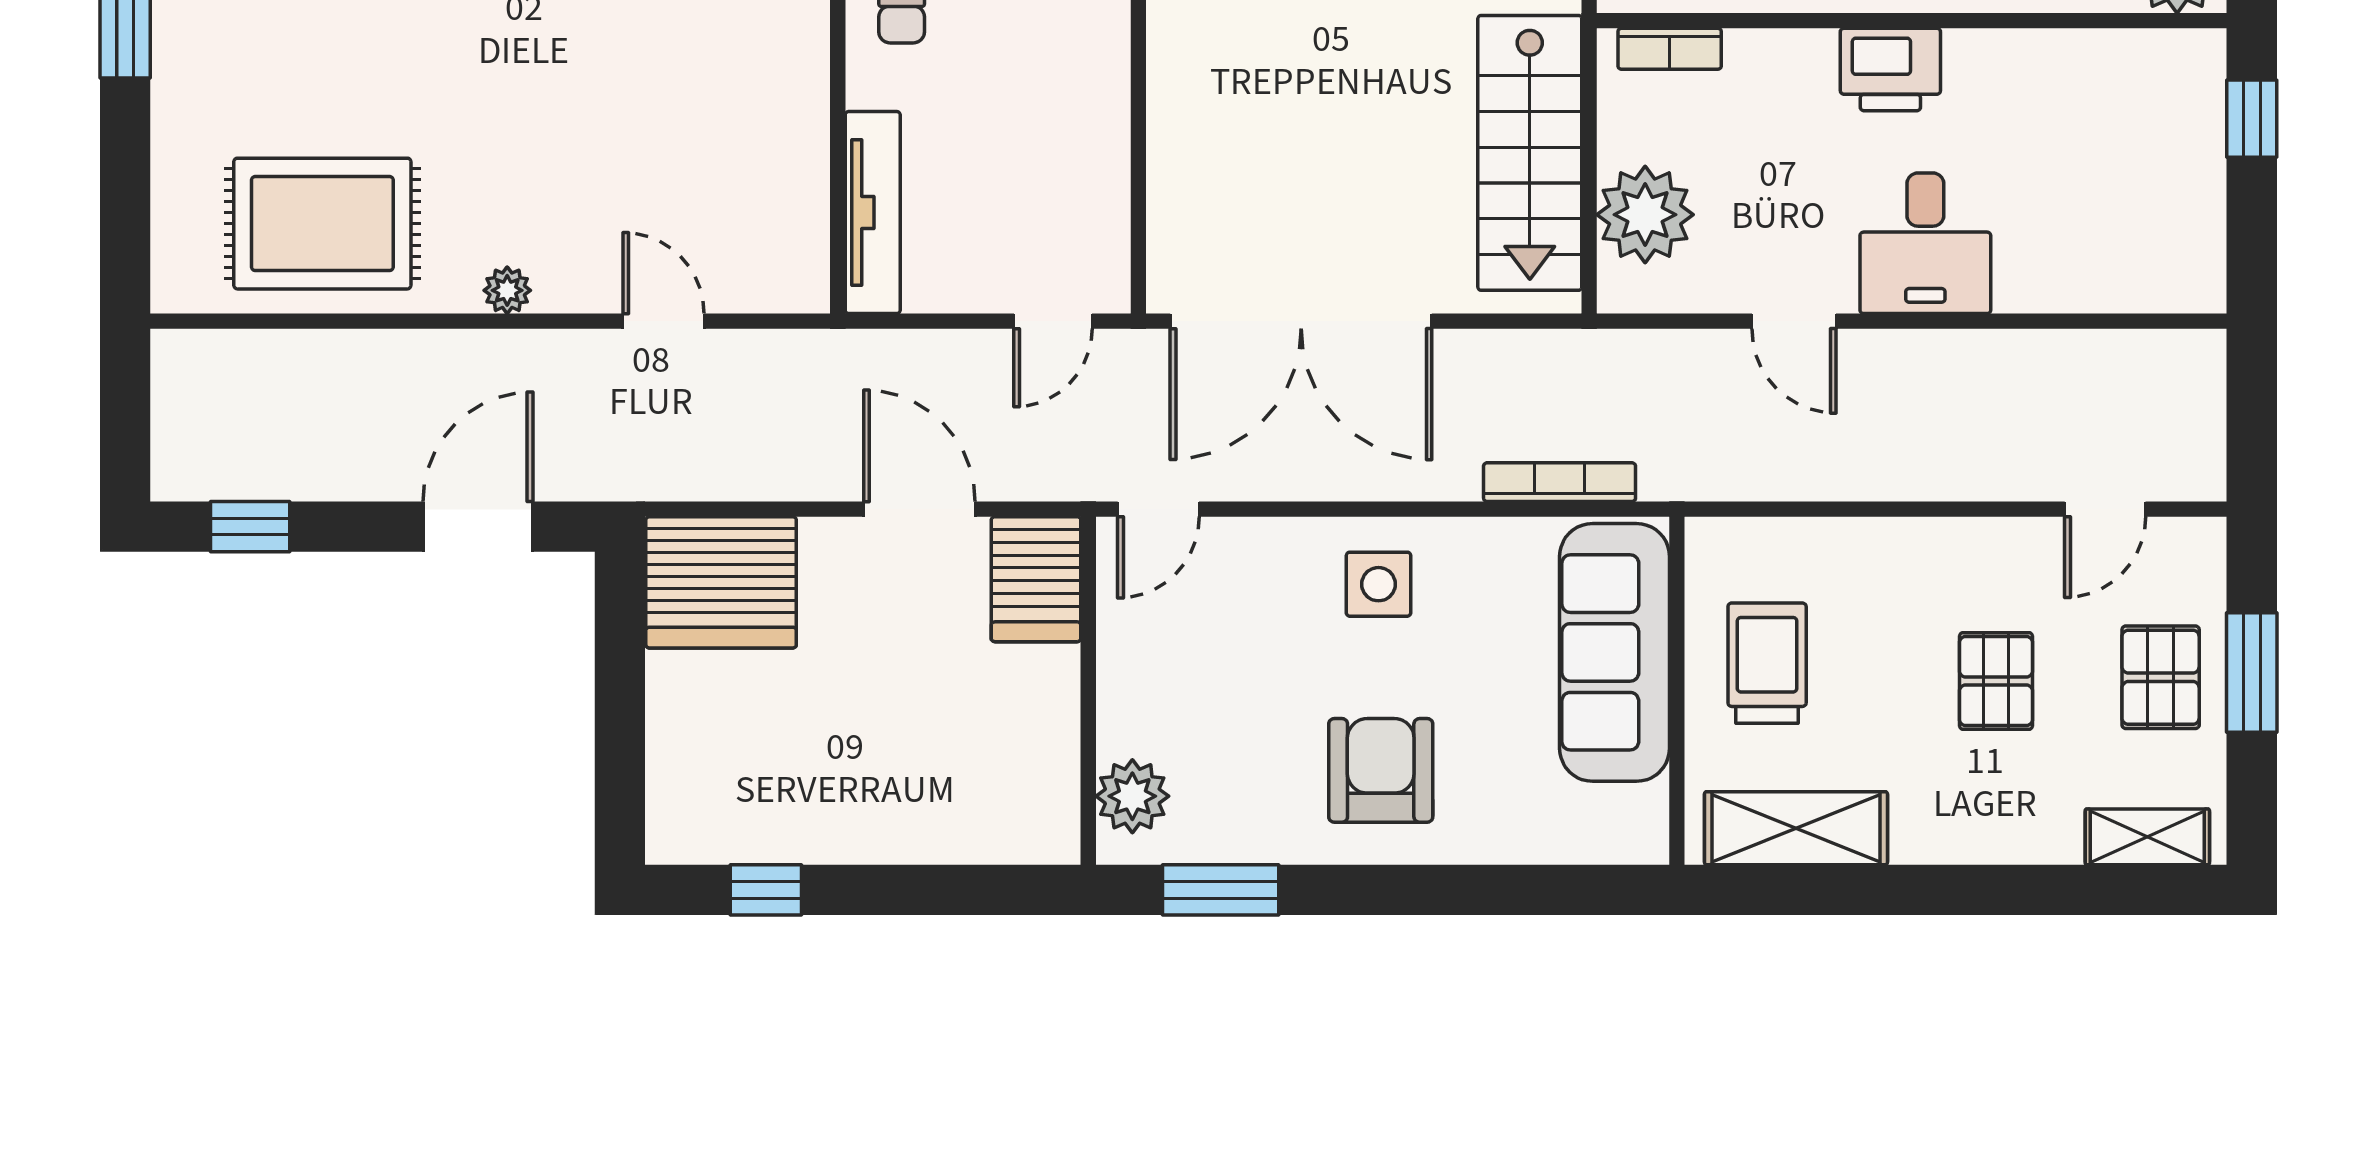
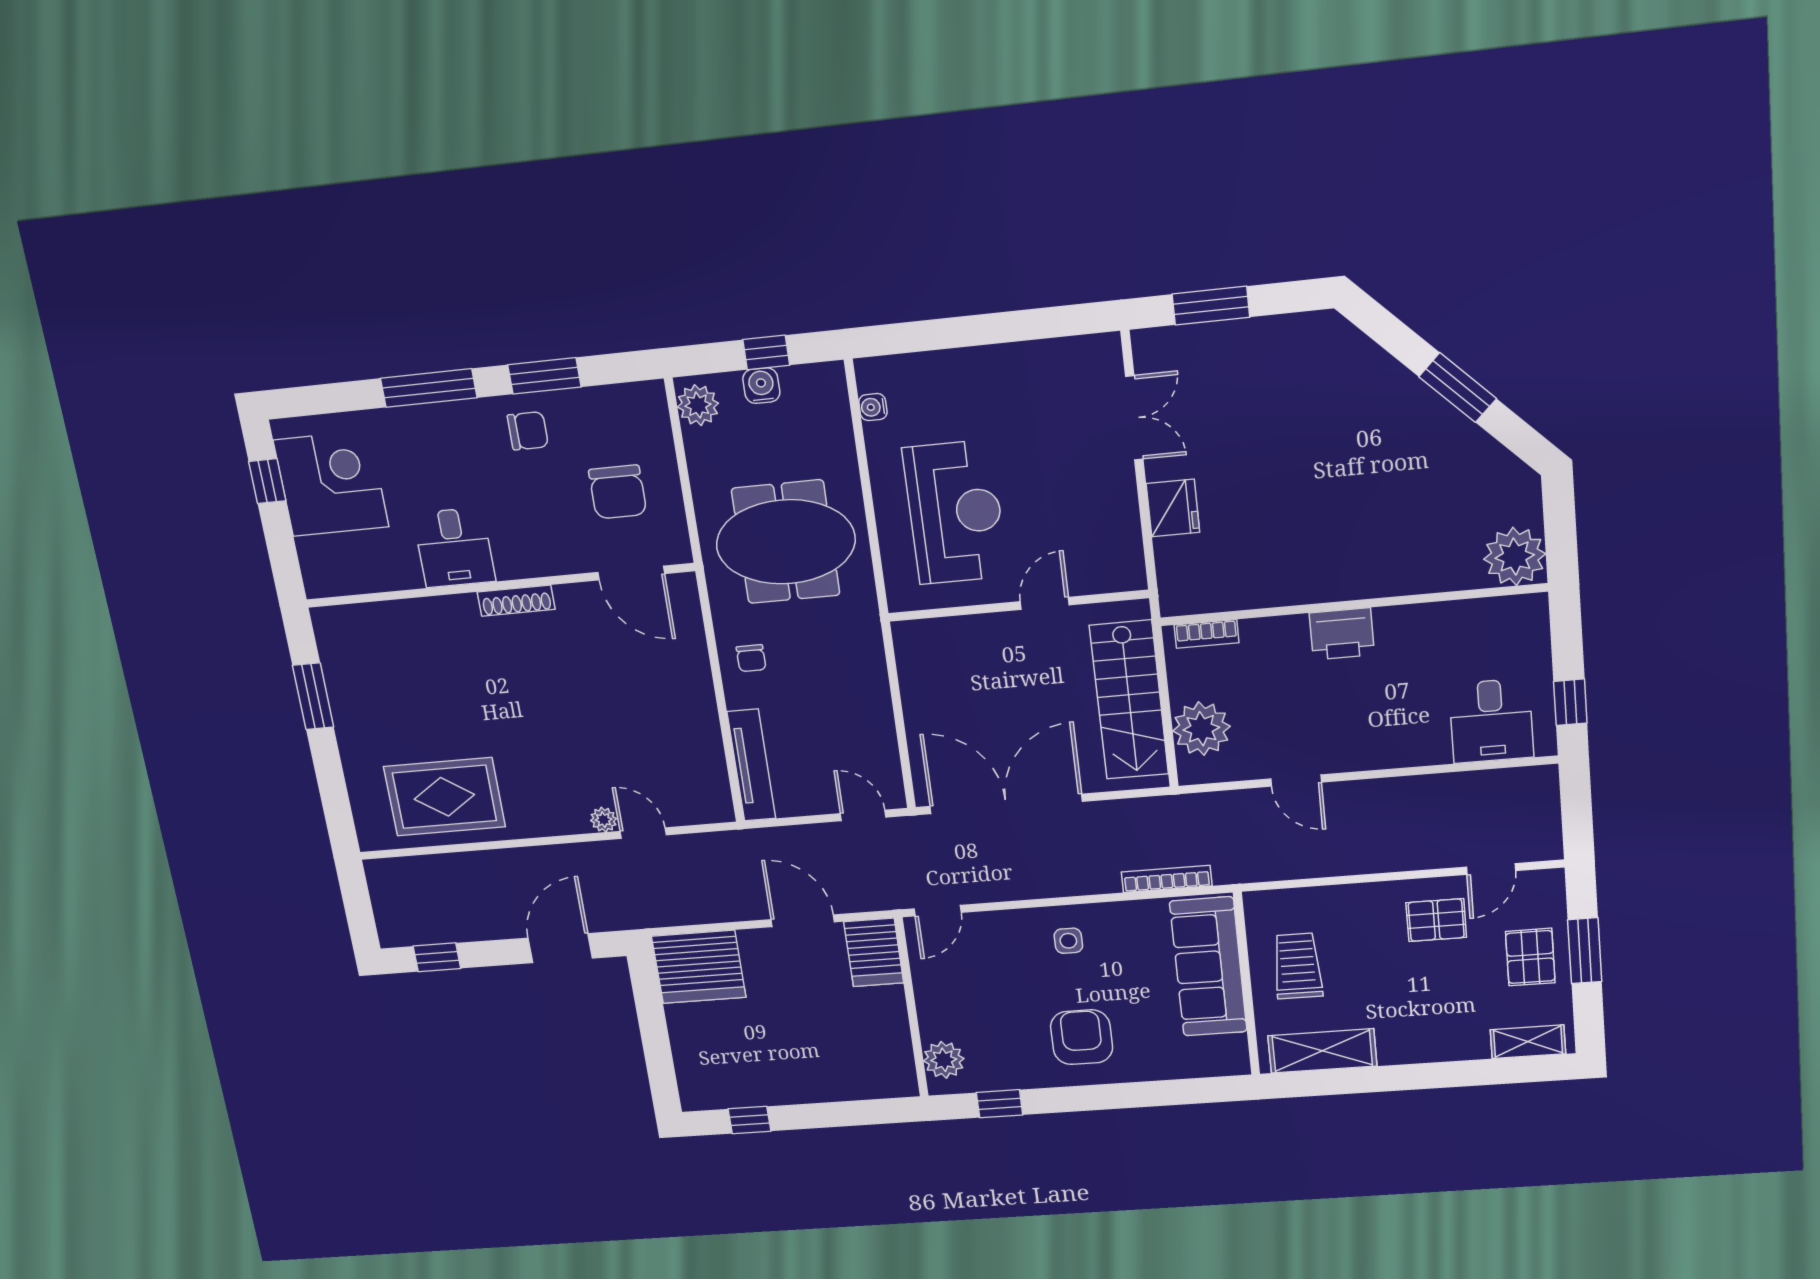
window: (2252, 119) -> (1570, 702), moved
desk: (1925, 243) -> (1491, 721), moved
plant: (507, 290) -> (604, 820), moved
door: (1053, 321) -> (863, 815), swing flipped
double door: (1301, 321) -> (1006, 804), swing flipped
side table: (1379, 584) -> (1068, 941), width x0.73, depth x0.73
pallet: (1996, 681) -> (1436, 920), moved, turned 90
window: (1221, 890) -> (999, 1104), width x0.67

